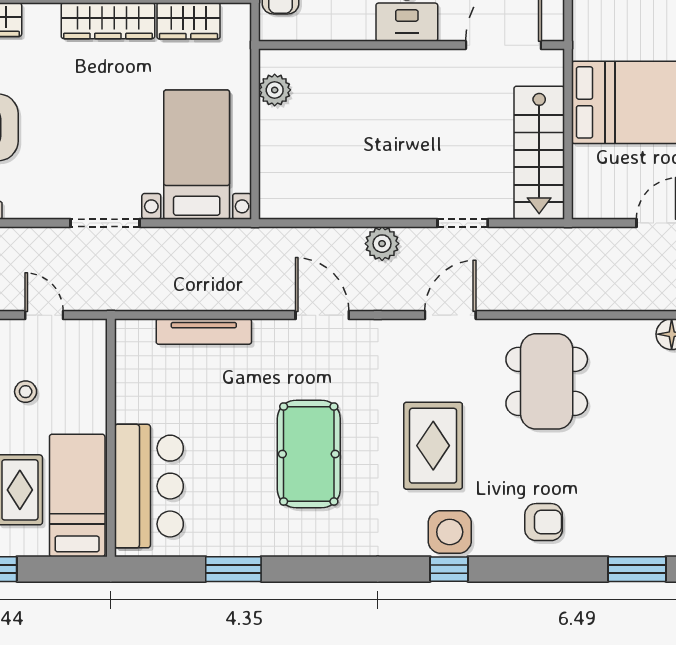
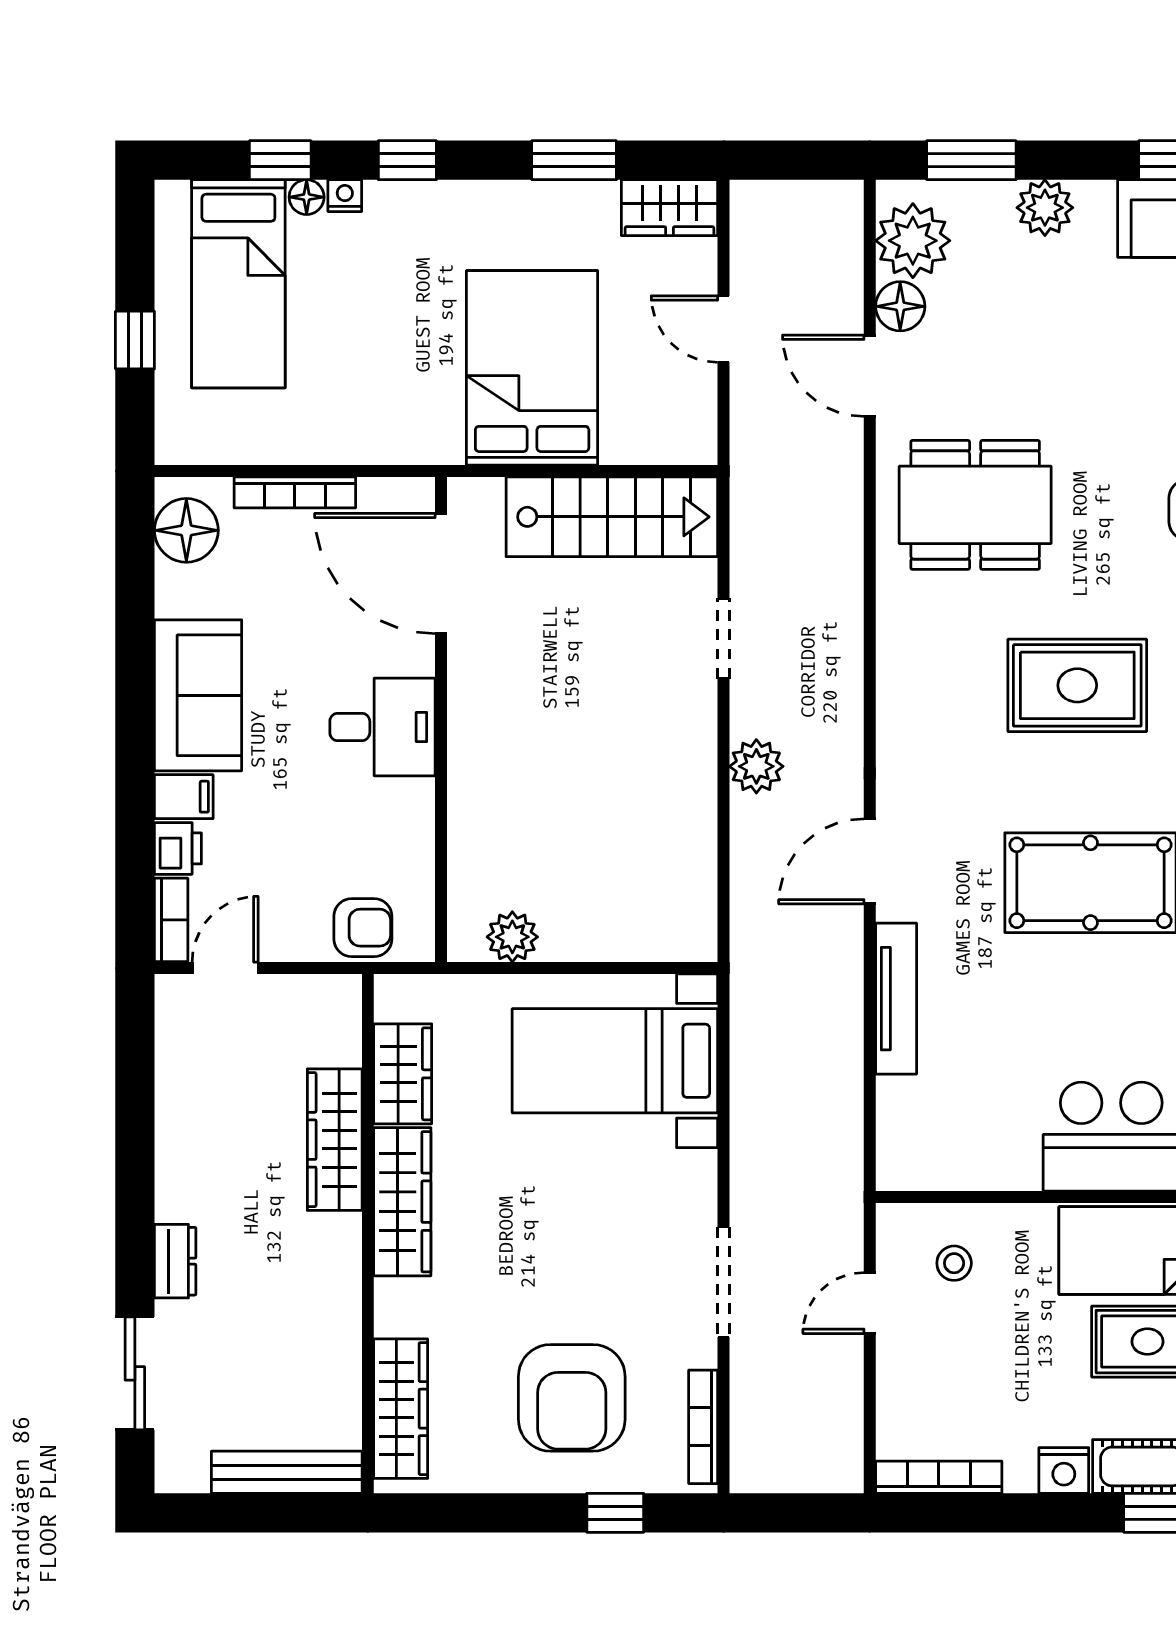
doorway: (105, 223) -> (724, 1282), moved
door: (450, 315) -> (870, 376), moved
tv unit: (204, 332) -> (896, 999), moved
stool: (26, 392) -> (954, 1263), moved

